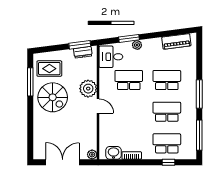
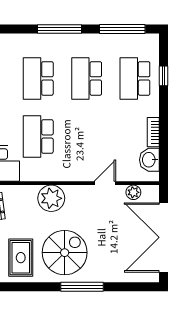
window: (30, 82) -> (82, 287), moved
door: (98, 106) -> (105, 183), moved
plant: (92, 155) -> (133, 192), moved
double door: (63, 162) -> (164, 237), width x1.36

